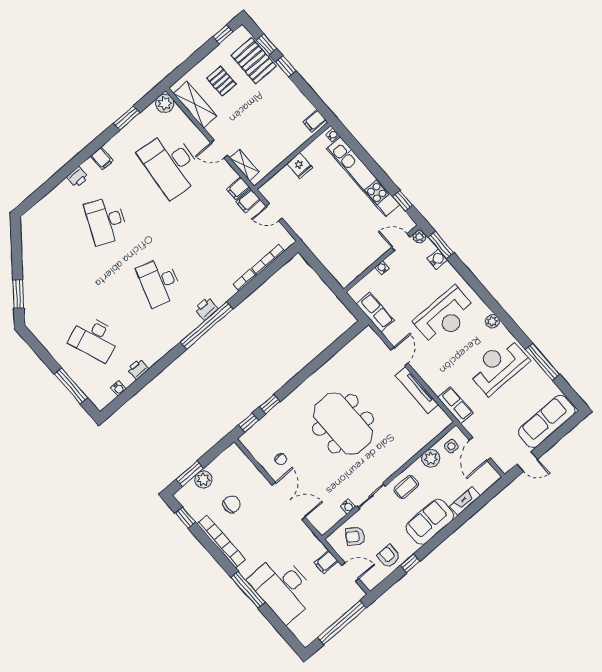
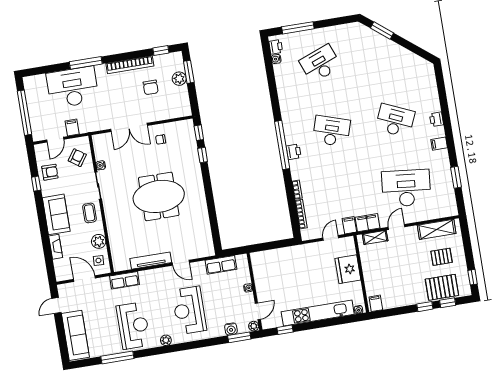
plant: (165, 103) -> (450, 209), removed
fridge: (300, 166) -> (348, 269), width x1.88, depth x1.34
filing cabinet: (238, 188) -> (367, 223), width x2.00
printer: (138, 369) -> (276, 47), moved

